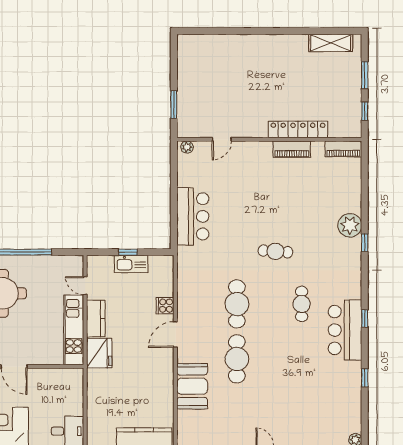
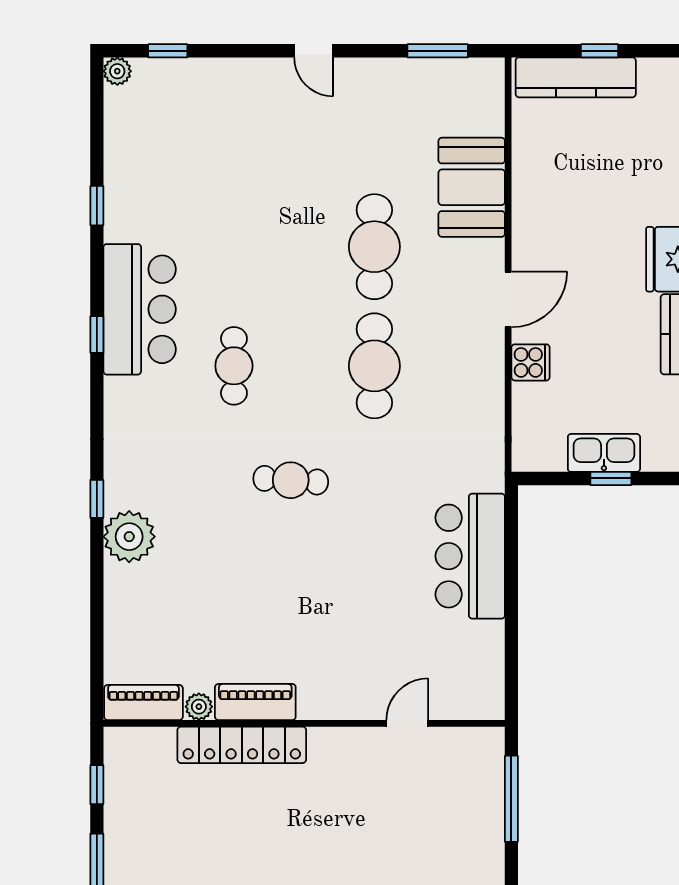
window: (174, 105) -> (511, 799), width x1.44
plant: (187, 147) -> (199, 707), moved

